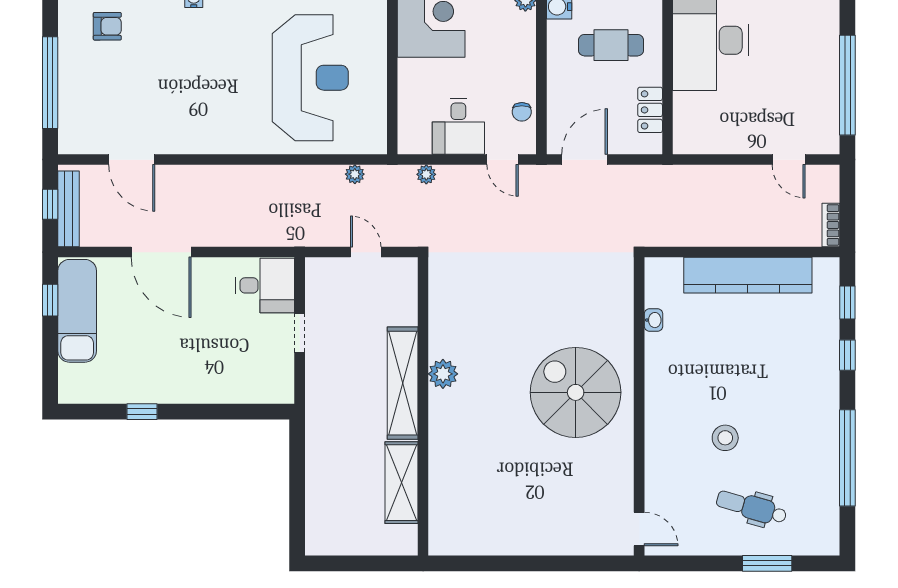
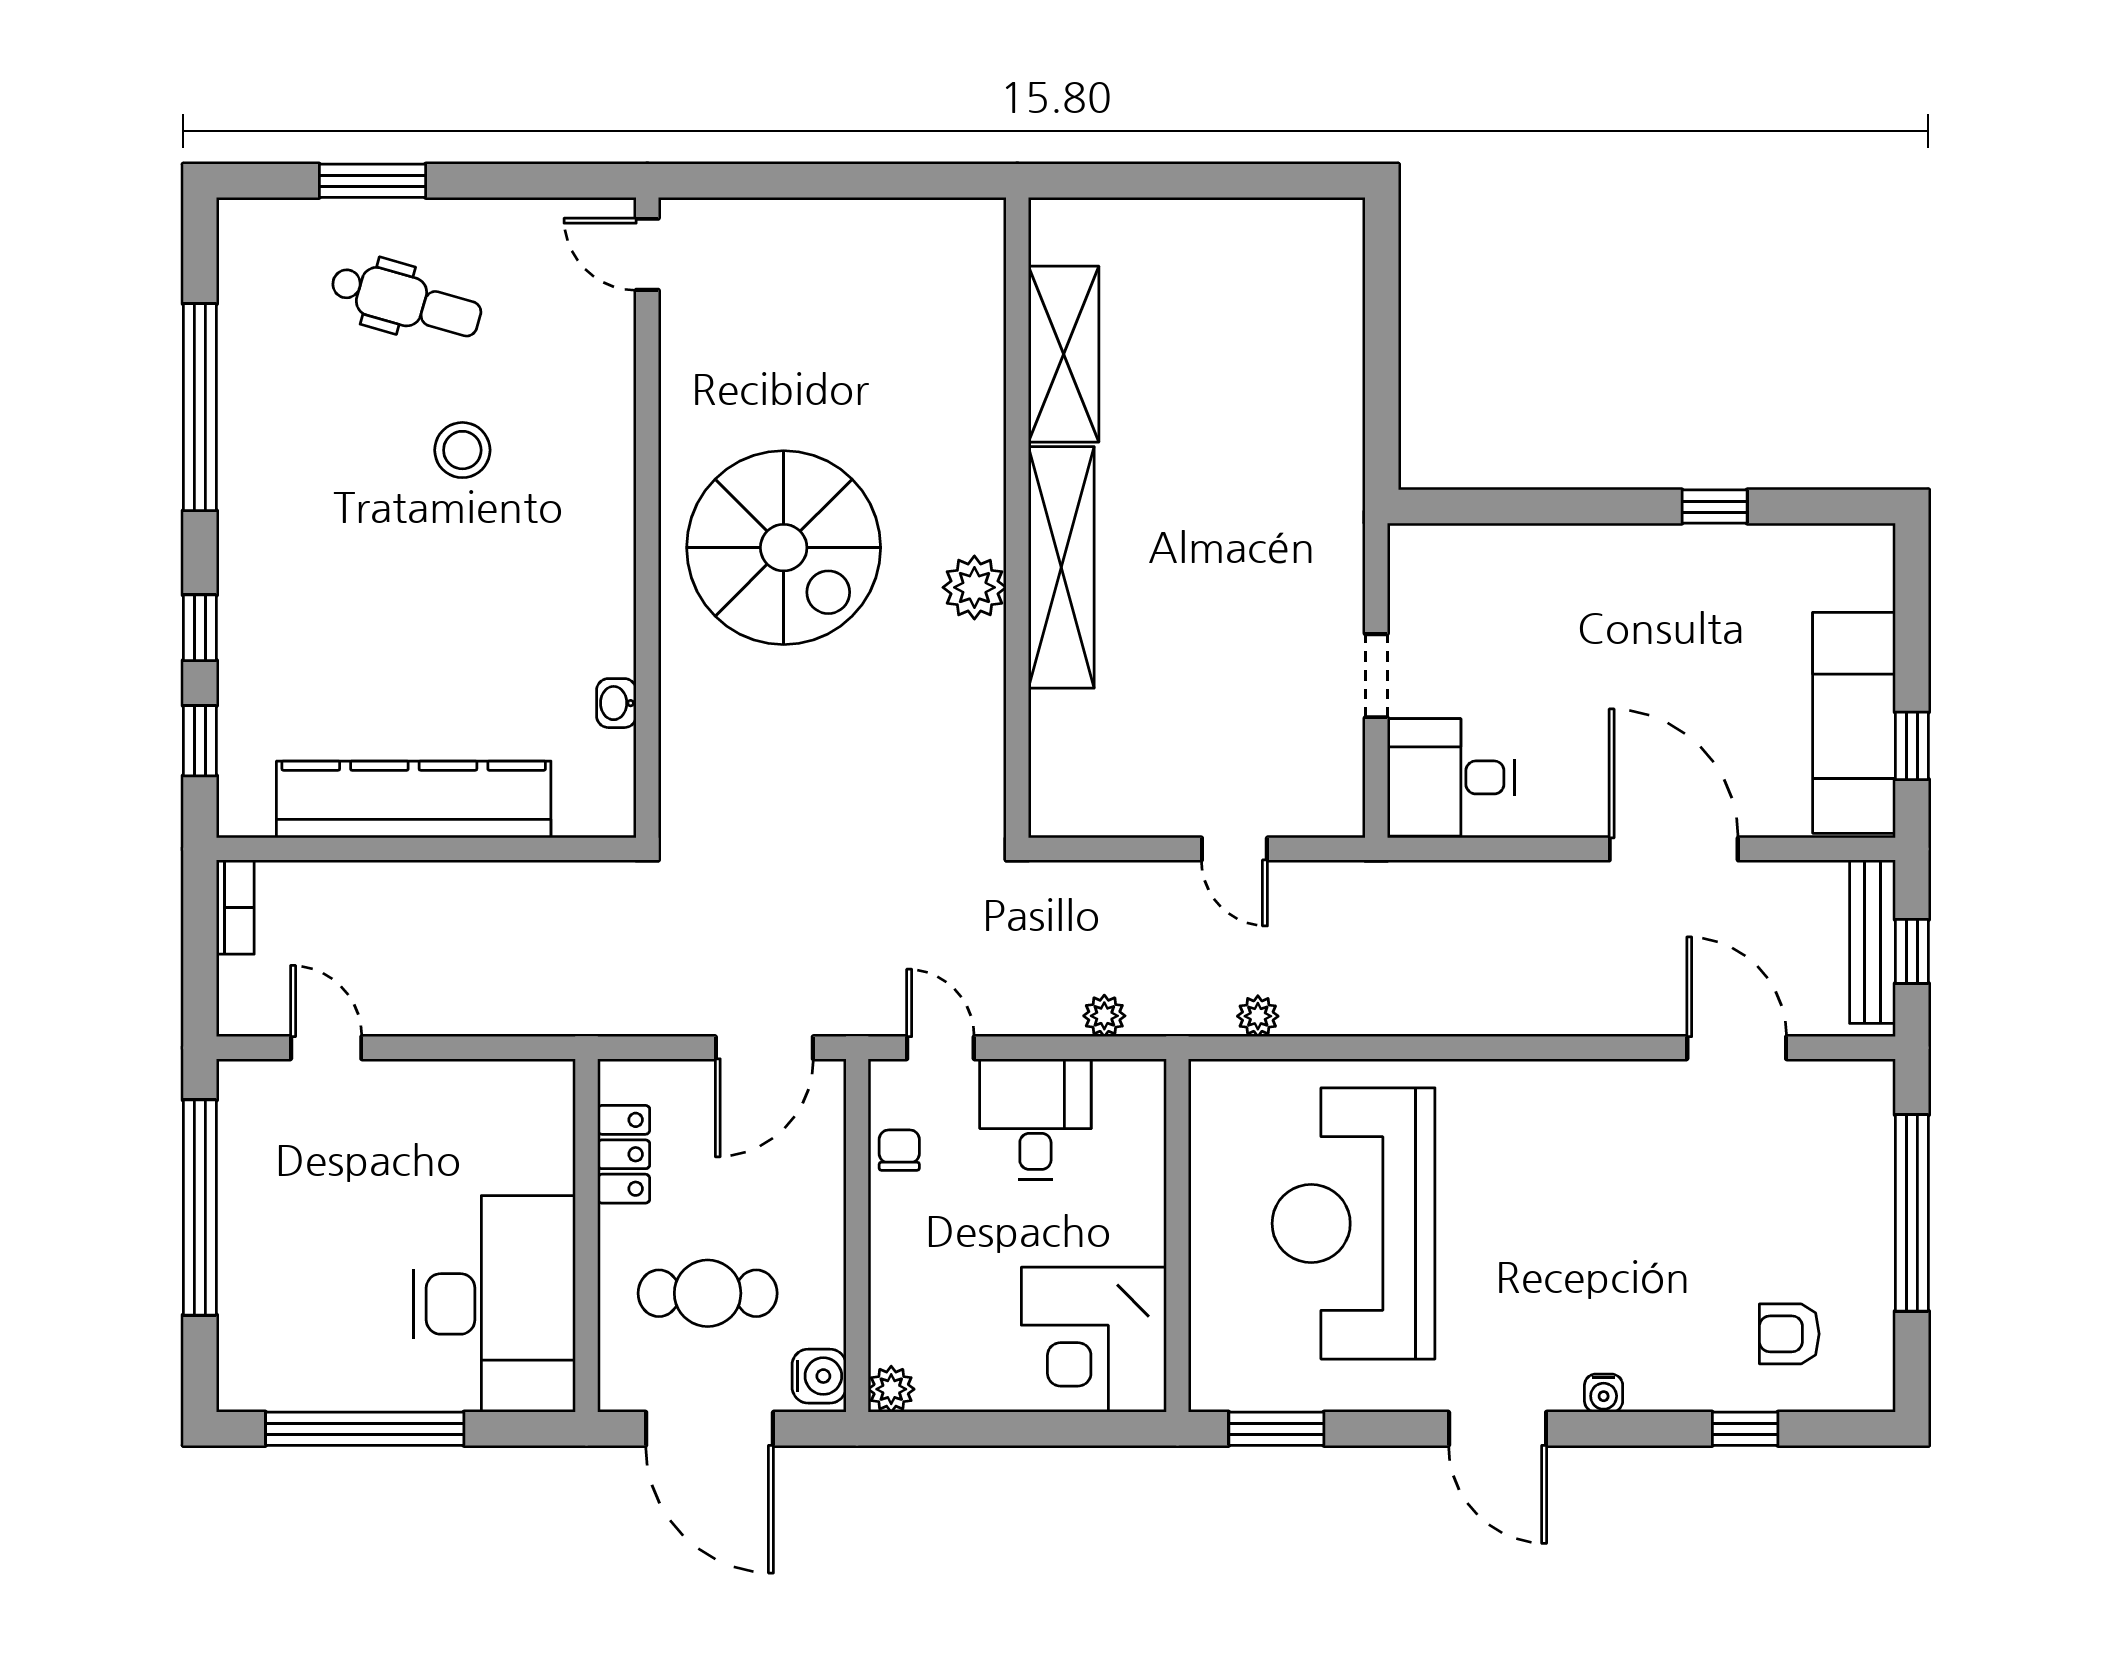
plant: (443, 374) -> (974, 587), moved
shelving: (403, 383) -> (1061, 567), moved
wall: (423, 406) -> (1017, 518), moved
shelving: (402, 483) -> (1064, 354), moved

